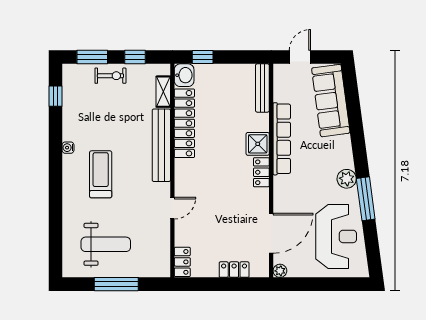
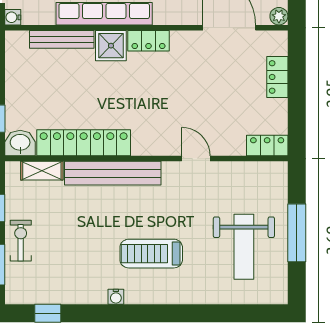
water cooler: (279, 70) -> (13, 17), added
bench: (262, 88) -> (62, 39), moved
weight bench: (106, 244) -> (244, 247), turned 180

